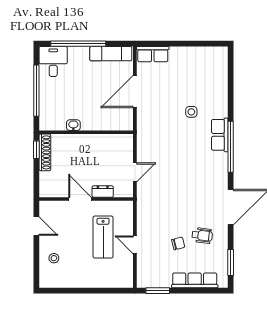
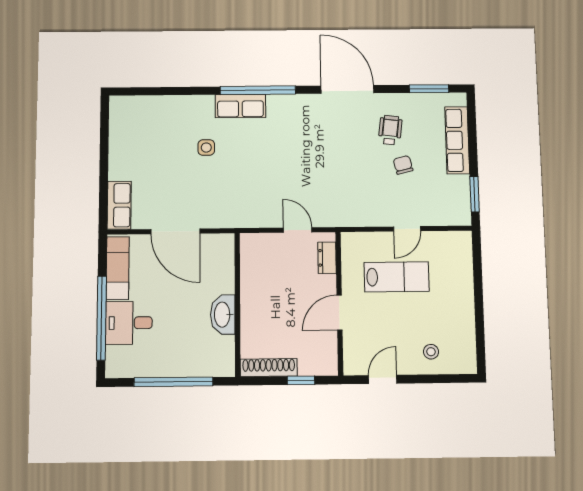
desk: (53, 61) -> (129, 323), moved
washbasin: (73, 125) -> (223, 315), width x1.91, depth x1.45
window: (36, 150) -> (301, 380), moved
dresser: (103, 192) -> (327, 258), moved

